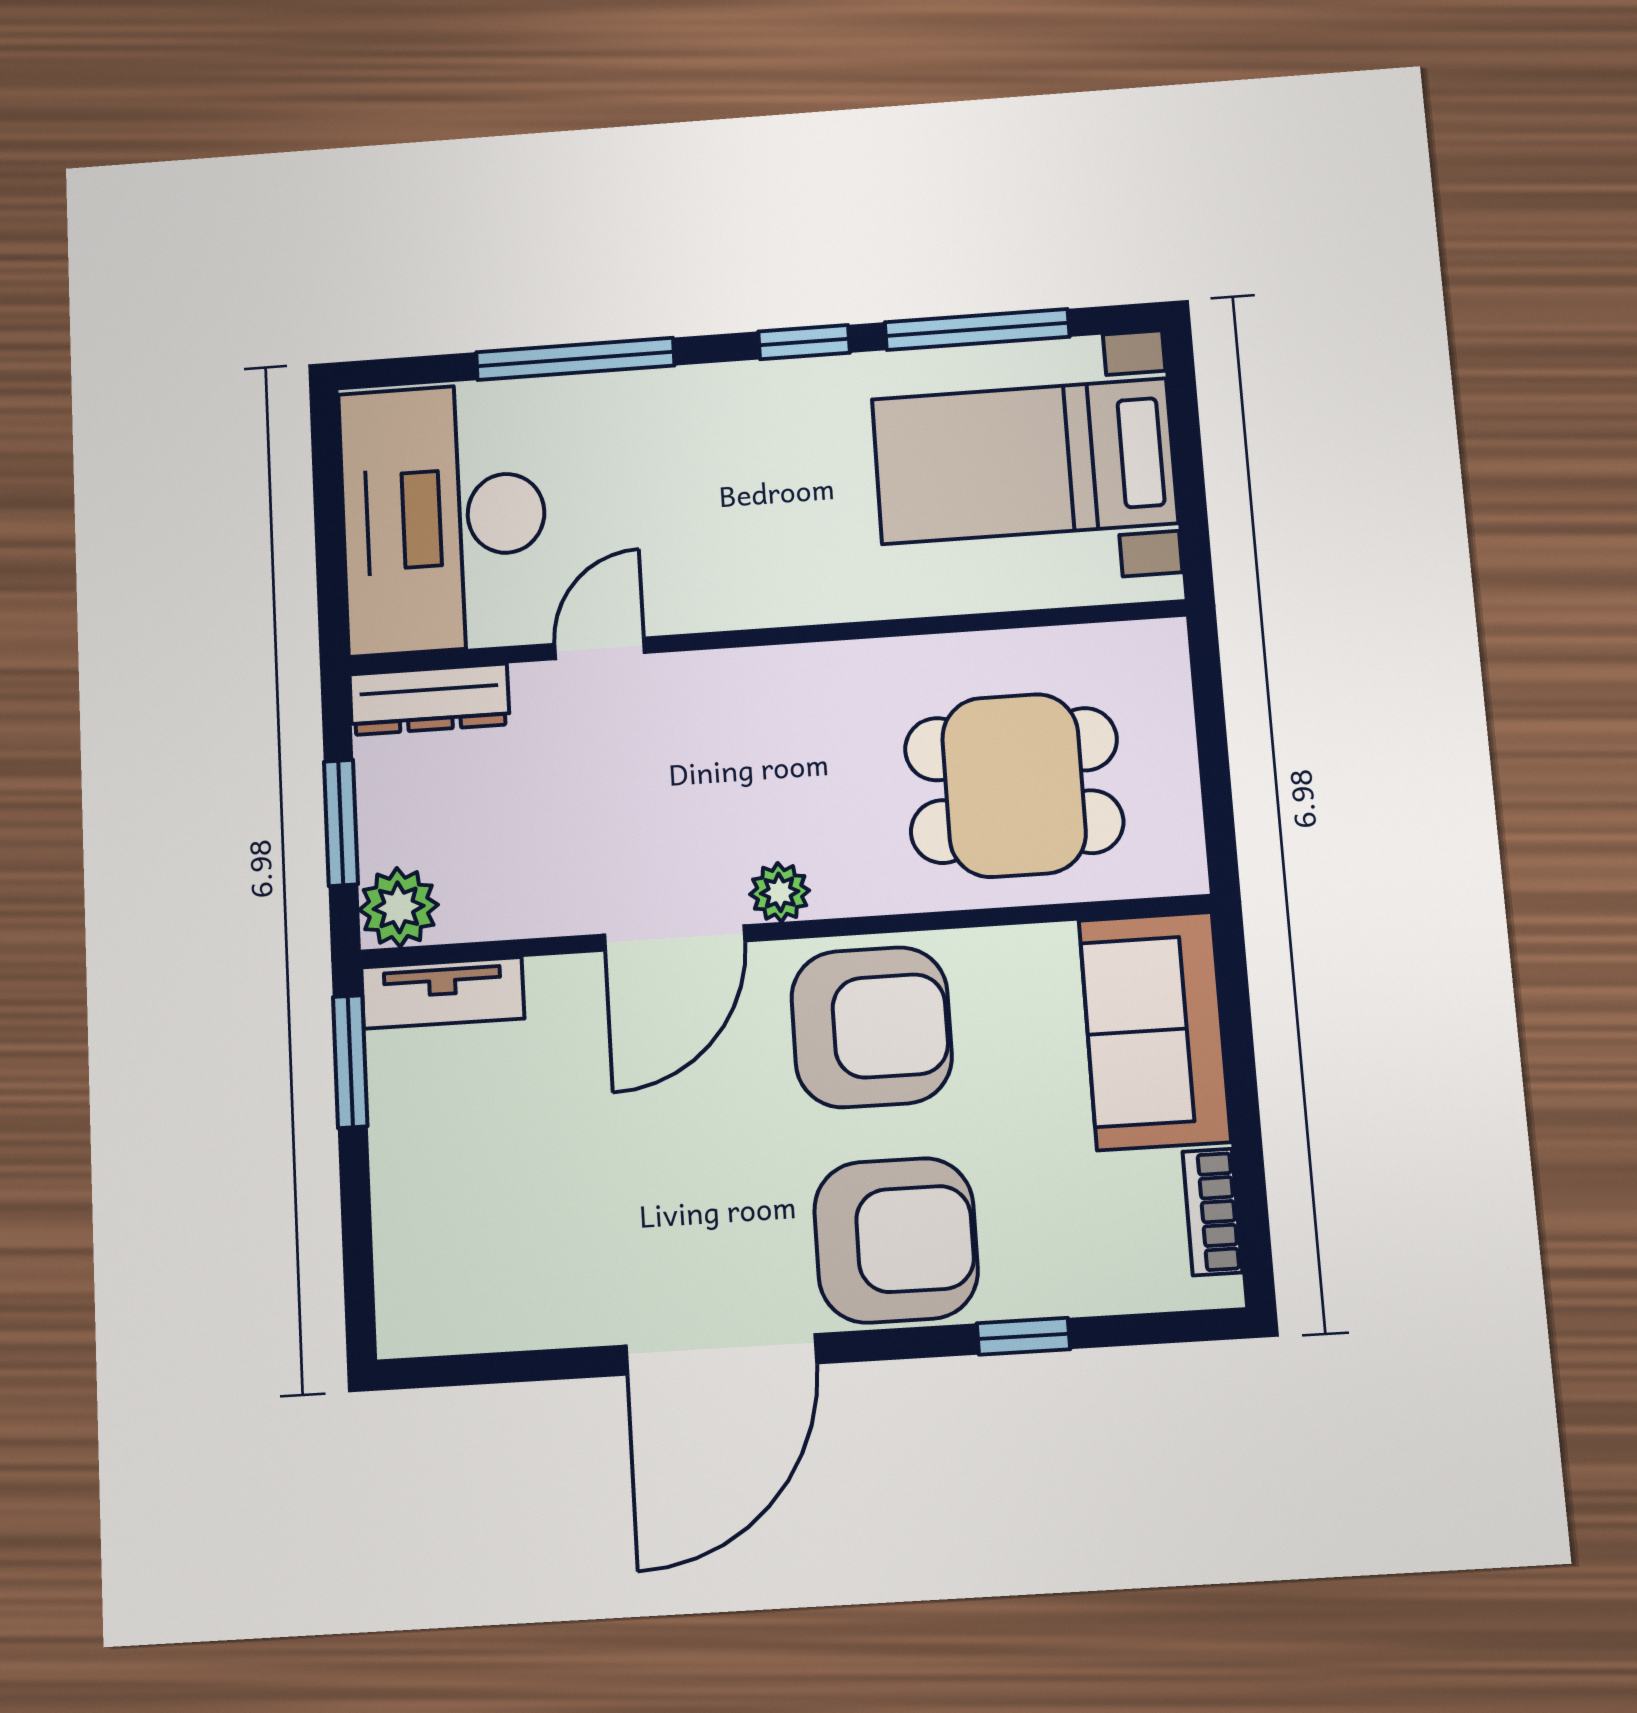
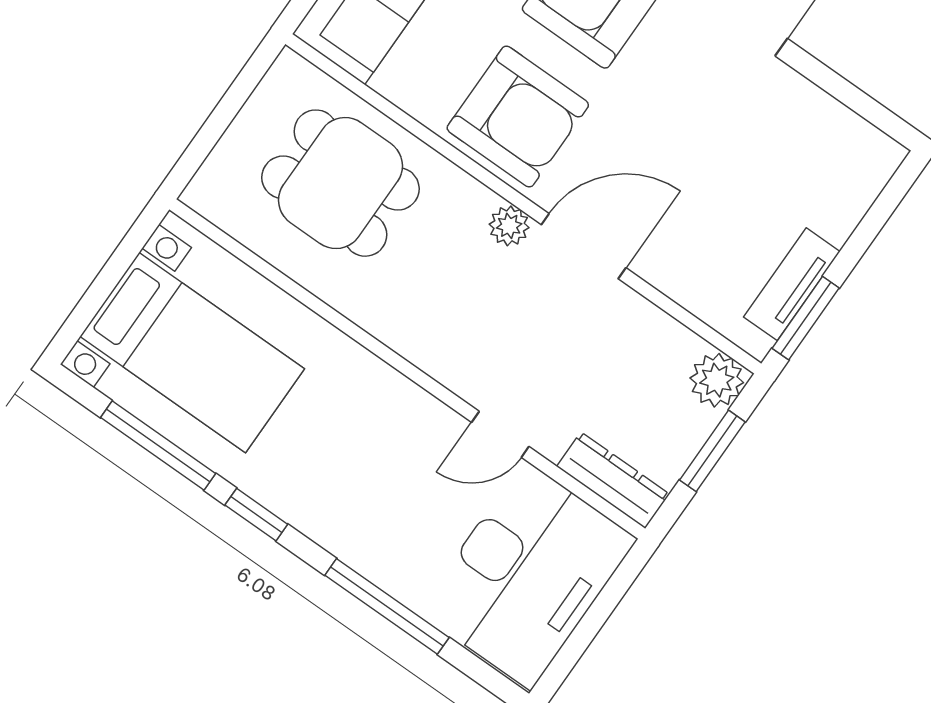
tv unit: (443, 993) -> (792, 284), moved, turned -90
armchair: (872, 1027) -> (518, 117), turned 180

